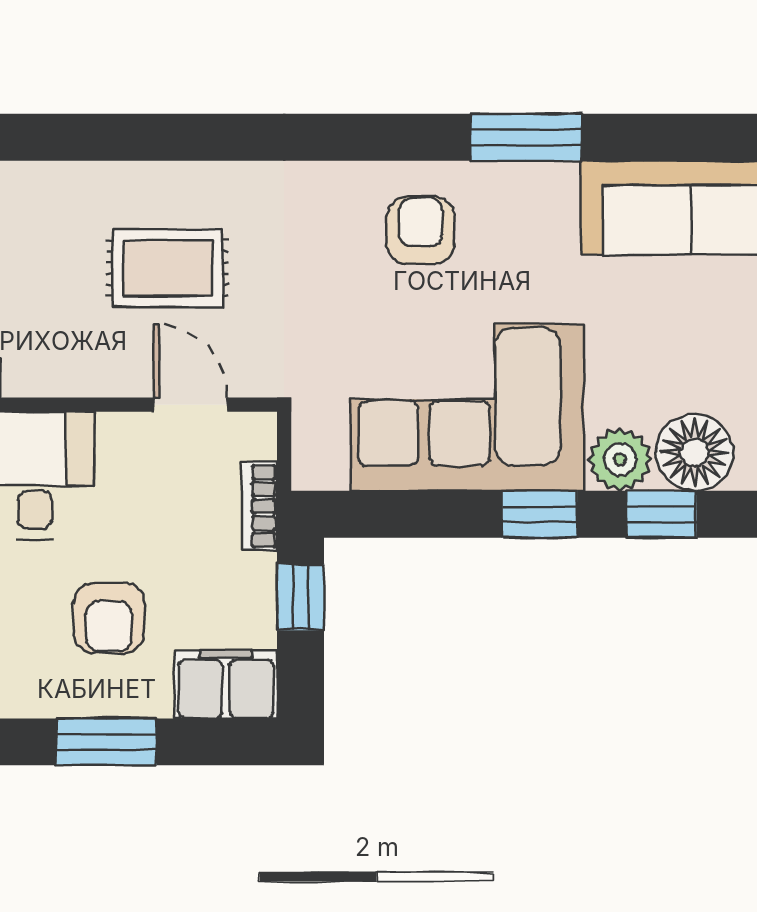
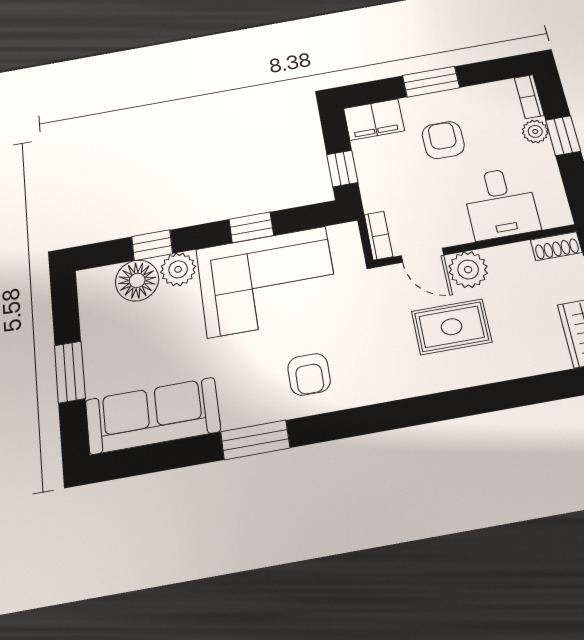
plant: (118, 364) -> (468, 270), added
bookcase: (260, 506) -> (379, 236), moved
window: (540, 514) -> (251, 227), moved

